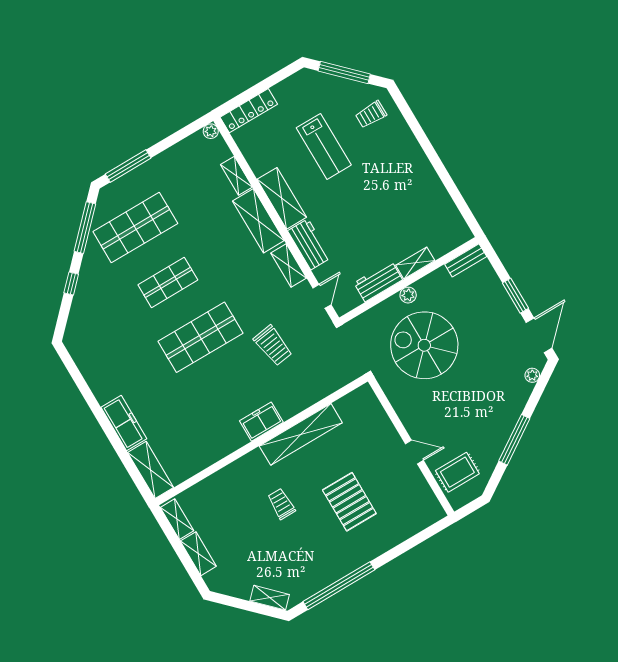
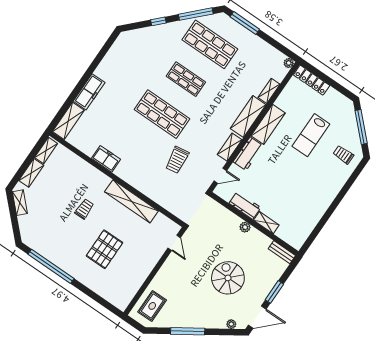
spiral stairs: (424, 345) -> (228, 278), moved, width x0.73, depth x0.73
freezer: (261, 422) -> (106, 159), moved
door: (414, 452) -> (174, 243), moved
rug: (457, 472) -> (152, 306), turned 90
shelving: (270, 598) -> (20, 203), moved

